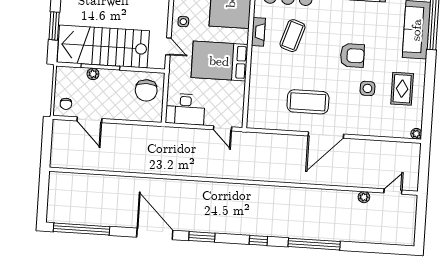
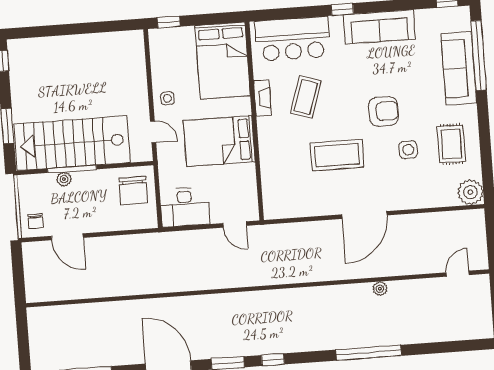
coffee table: (308, 102) -> (337, 155), moved
plant: (416, 134) -> (470, 192), width x1.87, depth x1.87
plant: (364, 197) -> (380, 289), moved
window: (258, 240) -> (273, 360), moved

